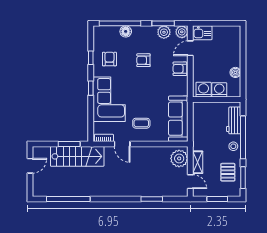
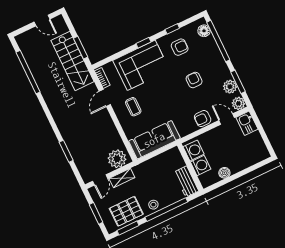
floor lamp: (126, 31) -> (204, 31), moved
armchair: (180, 69) -> (203, 118), turned -90
workbench: (234, 120) -> (186, 182), moved, turned -90
pallet: (228, 172) -> (126, 211), width x1.50, depth x1.42

